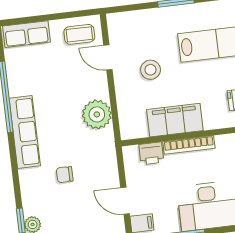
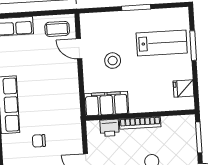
plant: (97, 114) -> (67, 94), removed
filing cabinet: (175, 120) -> (106, 104), moved

